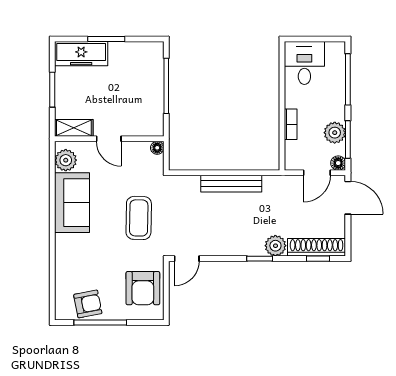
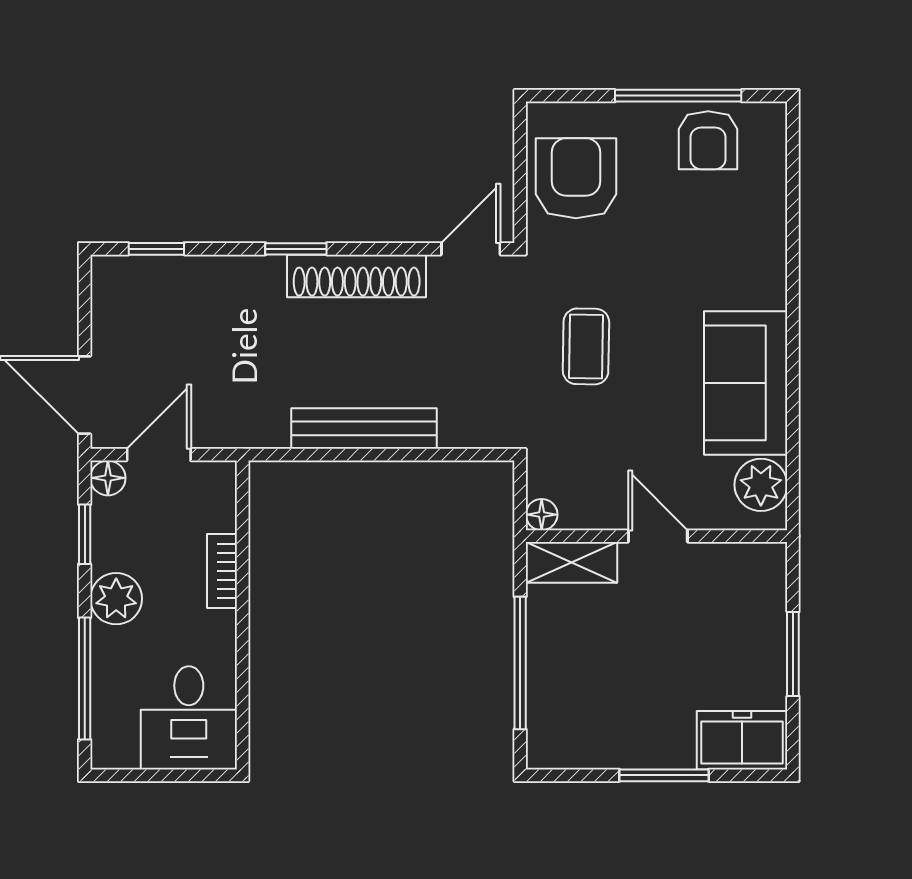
freezer: (81, 54) -> (742, 740), width x0.71
shelving: (74, 128) -> (572, 562), moved
plant: (335, 133) -> (116, 599), moved
window: (348, 140) -> (85, 534), width x0.67
coffee table: (139, 218) -> (586, 346), width x0.73, depth x0.77
plant: (275, 246) -> (258, 280), removed
shoe rack: (317, 247) -> (357, 276), moved
armchair: (88, 304) -> (708, 140), turned -79

